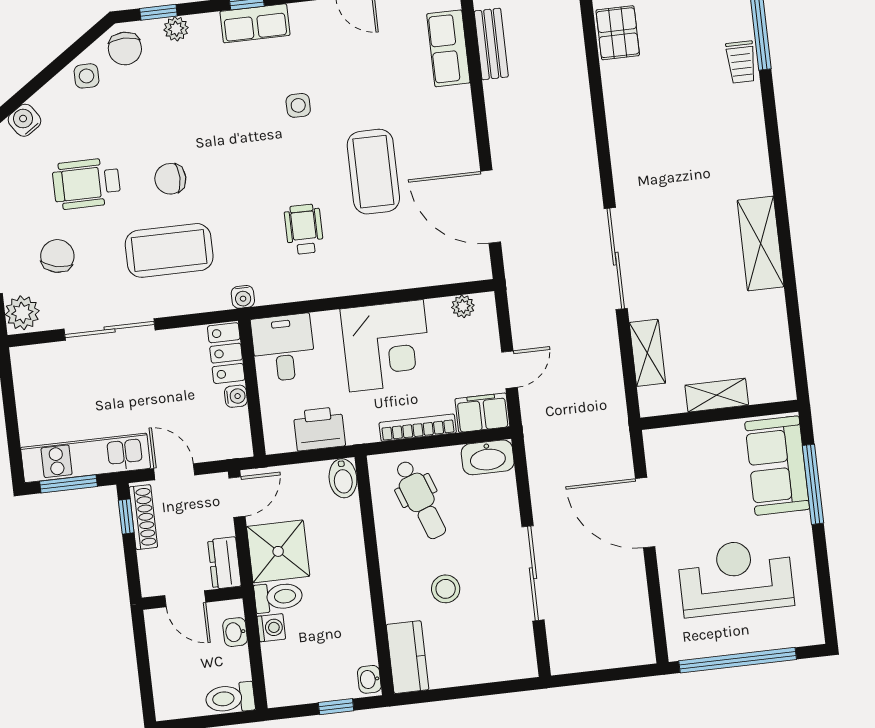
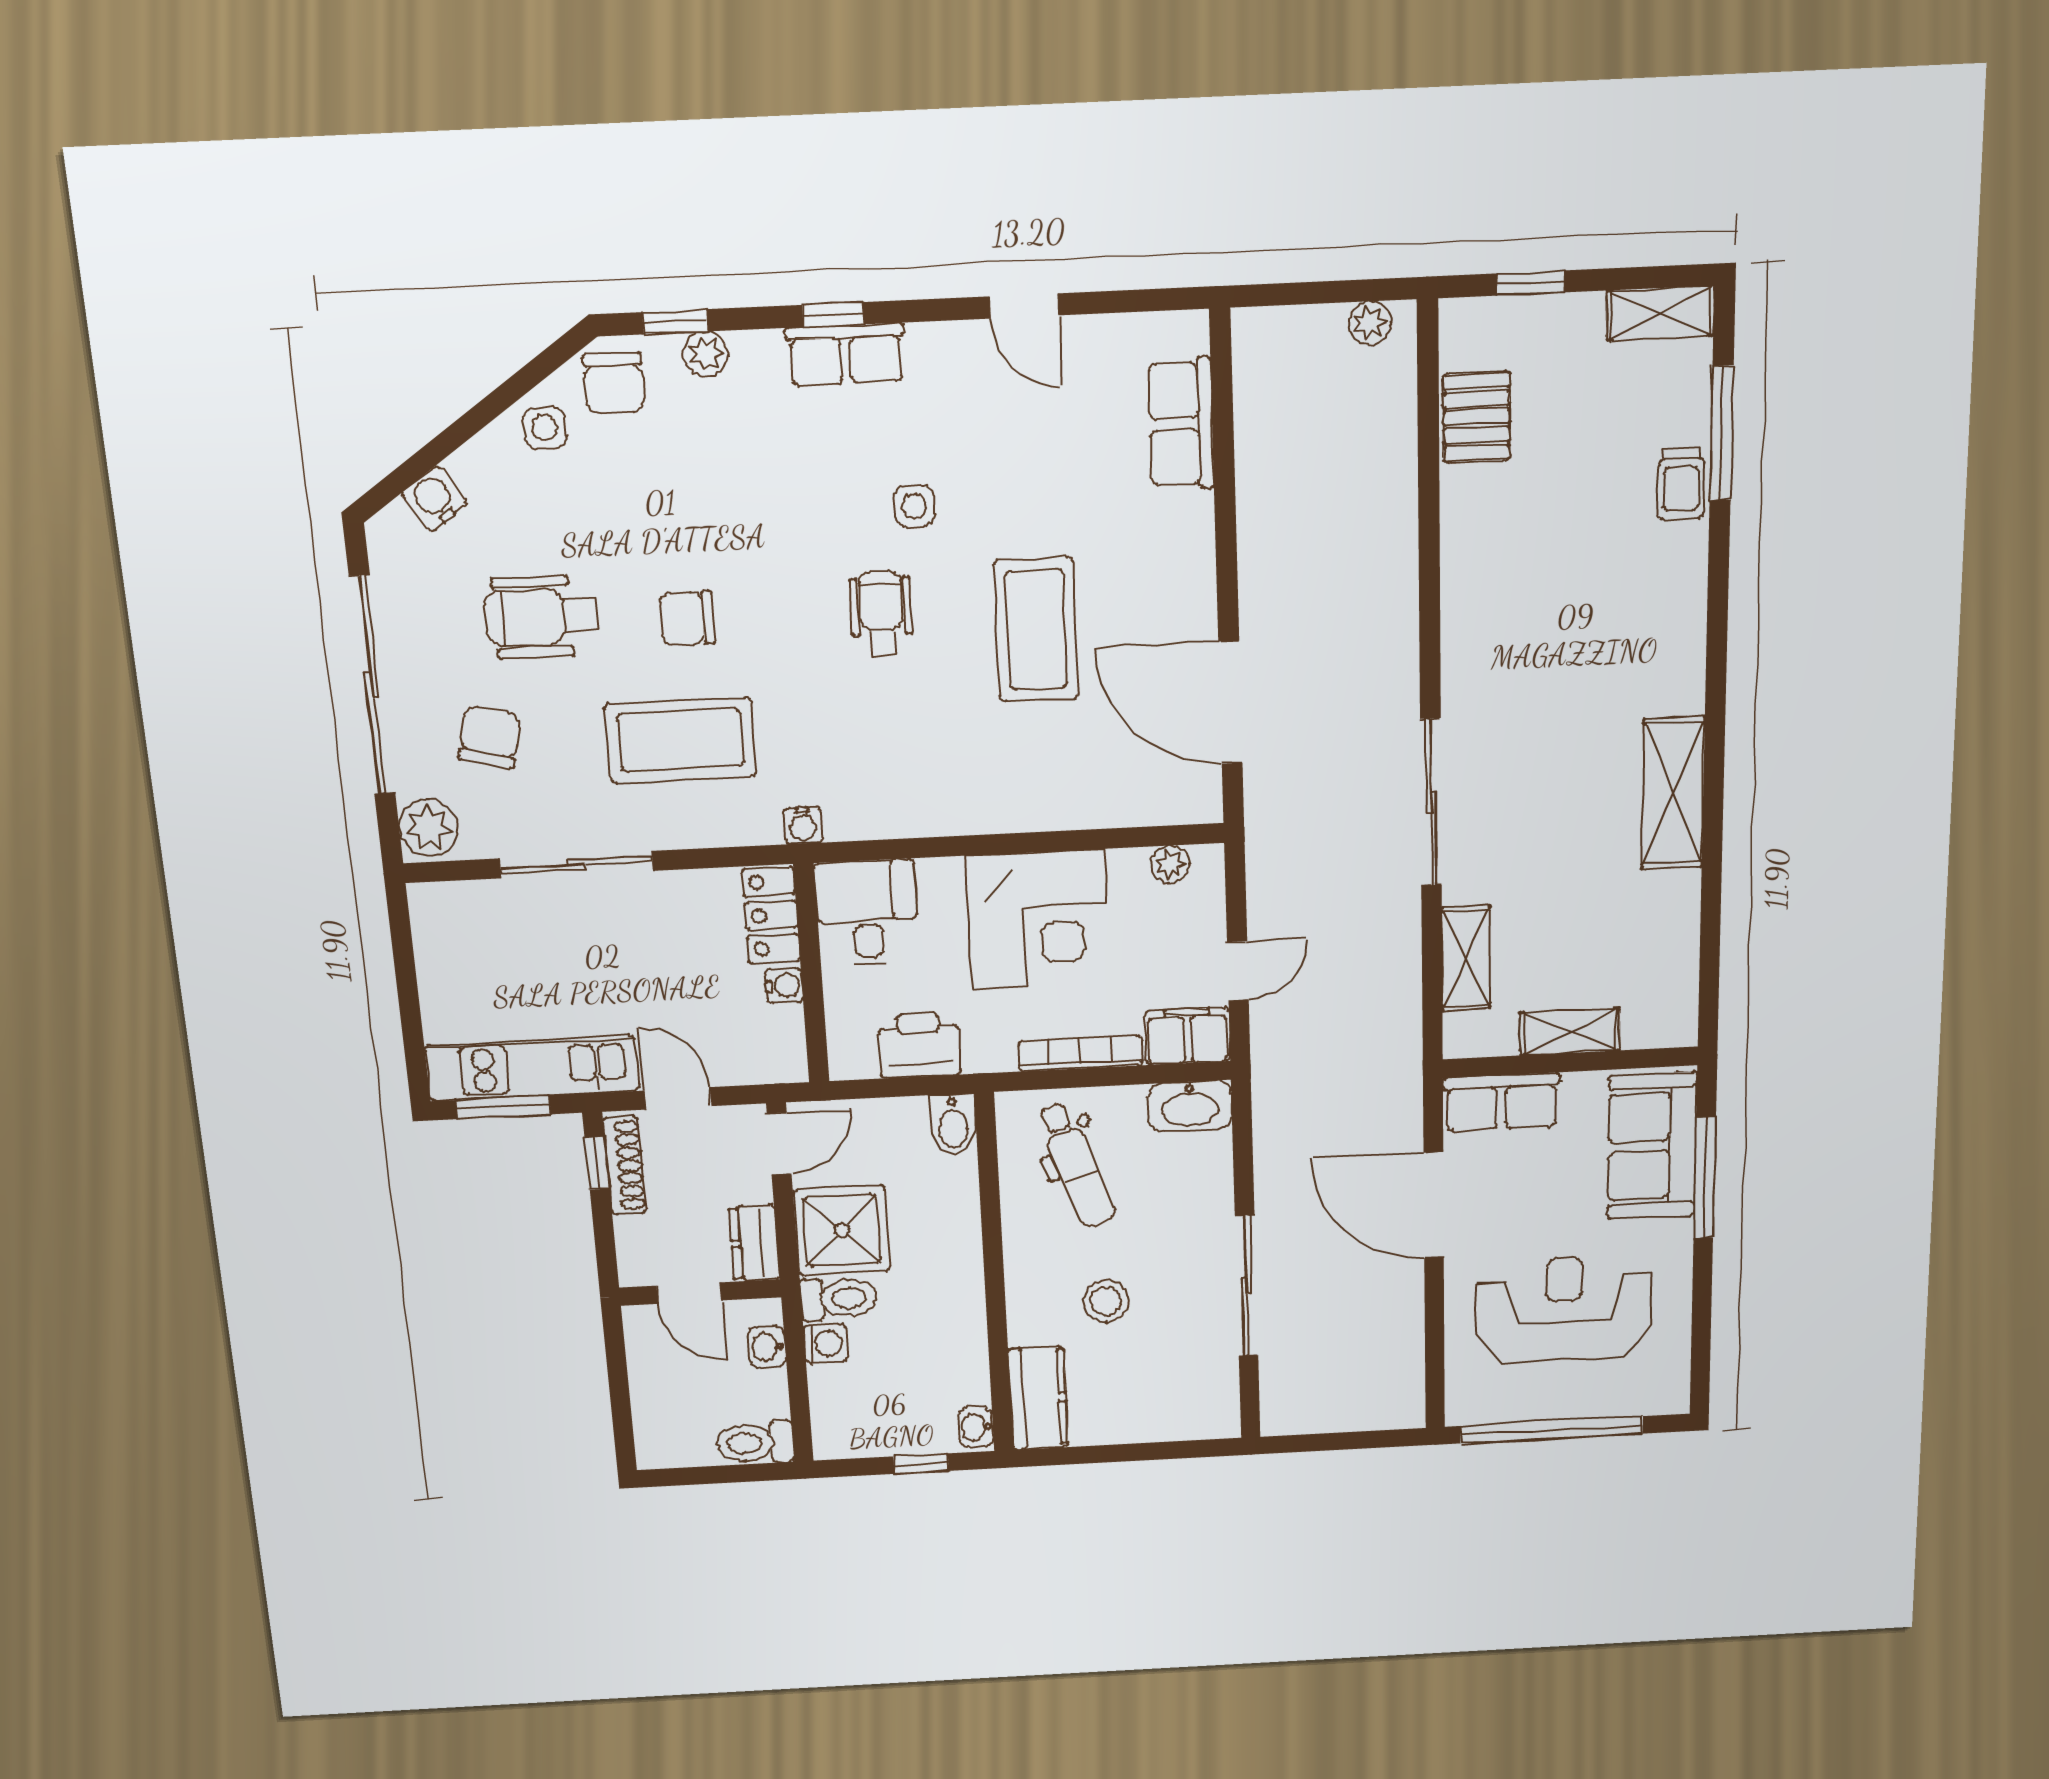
bench: (491, 44) -> (1256, 421), removed
wheelchair: (304, 229) -> (881, 613), moved
row of seats: (680, 443) -> (1501, 1102), added

